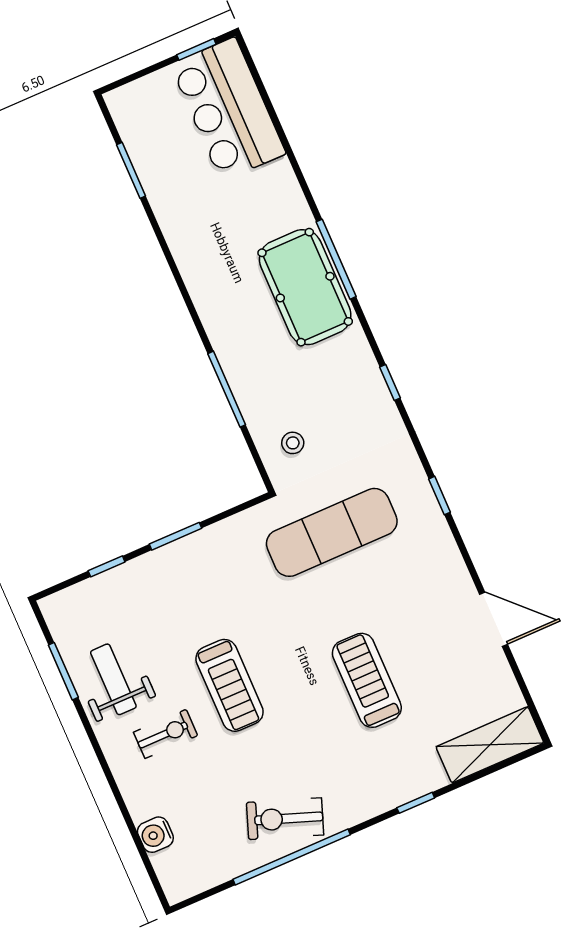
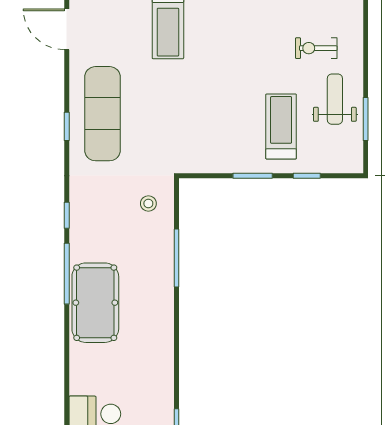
window: (336, 259) -> (67, 274), moved
exercise mat: (332, 532) -> (102, 114), moved, turned 90
weight bench: (113, 679) -> (335, 99), turned 180
treadmill: (230, 685) -> (281, 126), moved

